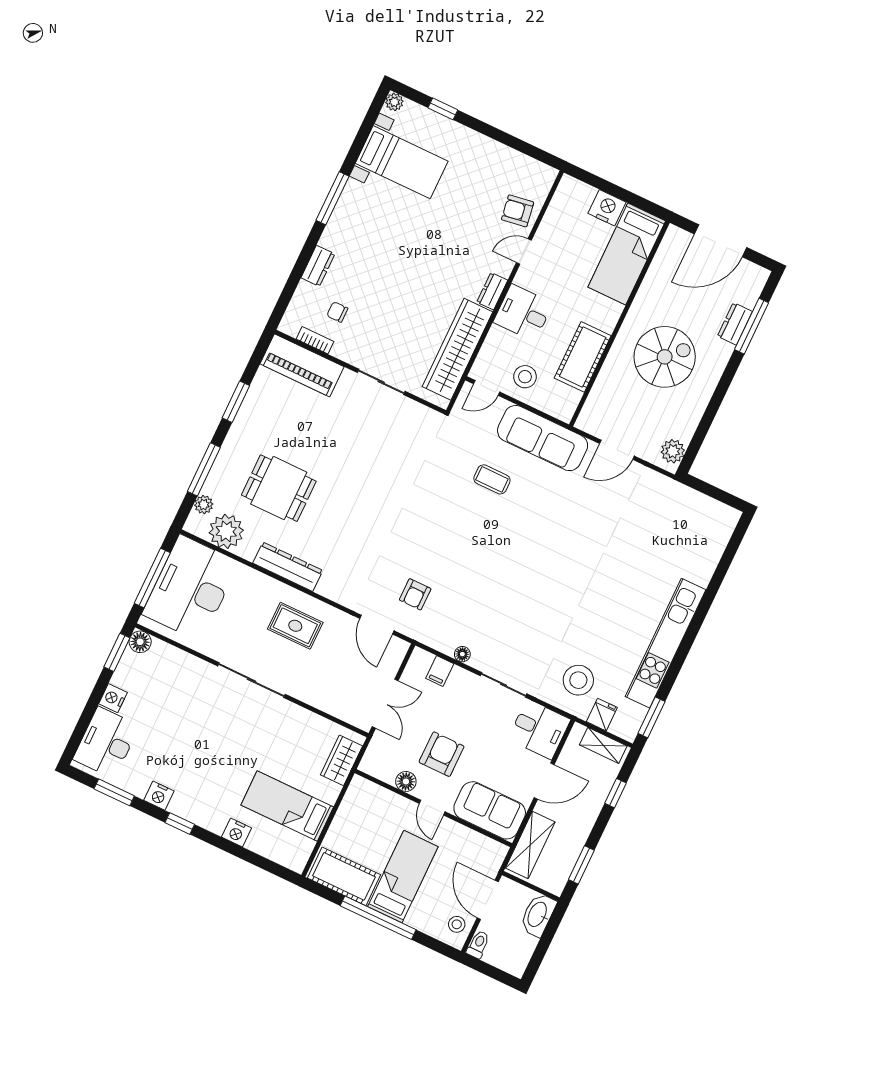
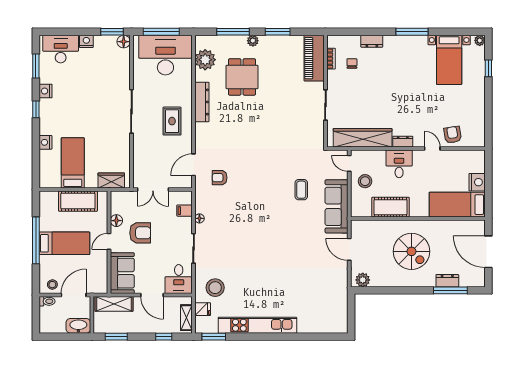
plant: (204, 505) -> (253, 41), moved
cot: (344, 876) -> (78, 201), moved, turned 90

